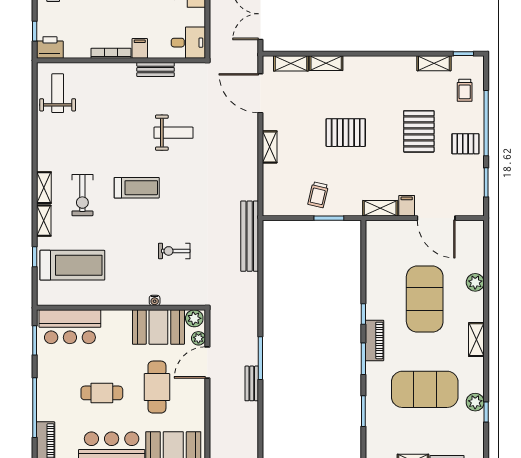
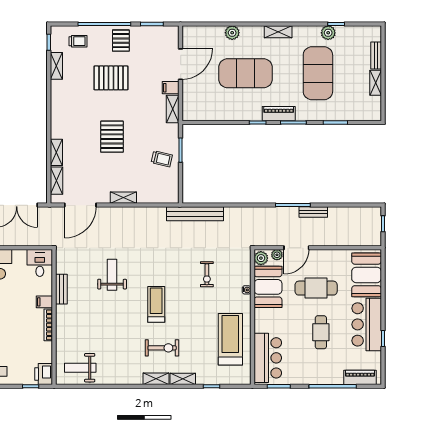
treadmill: (72, 265) -> (230, 339), moved
door: (207, 363) -> (296, 248), hinge flipped

